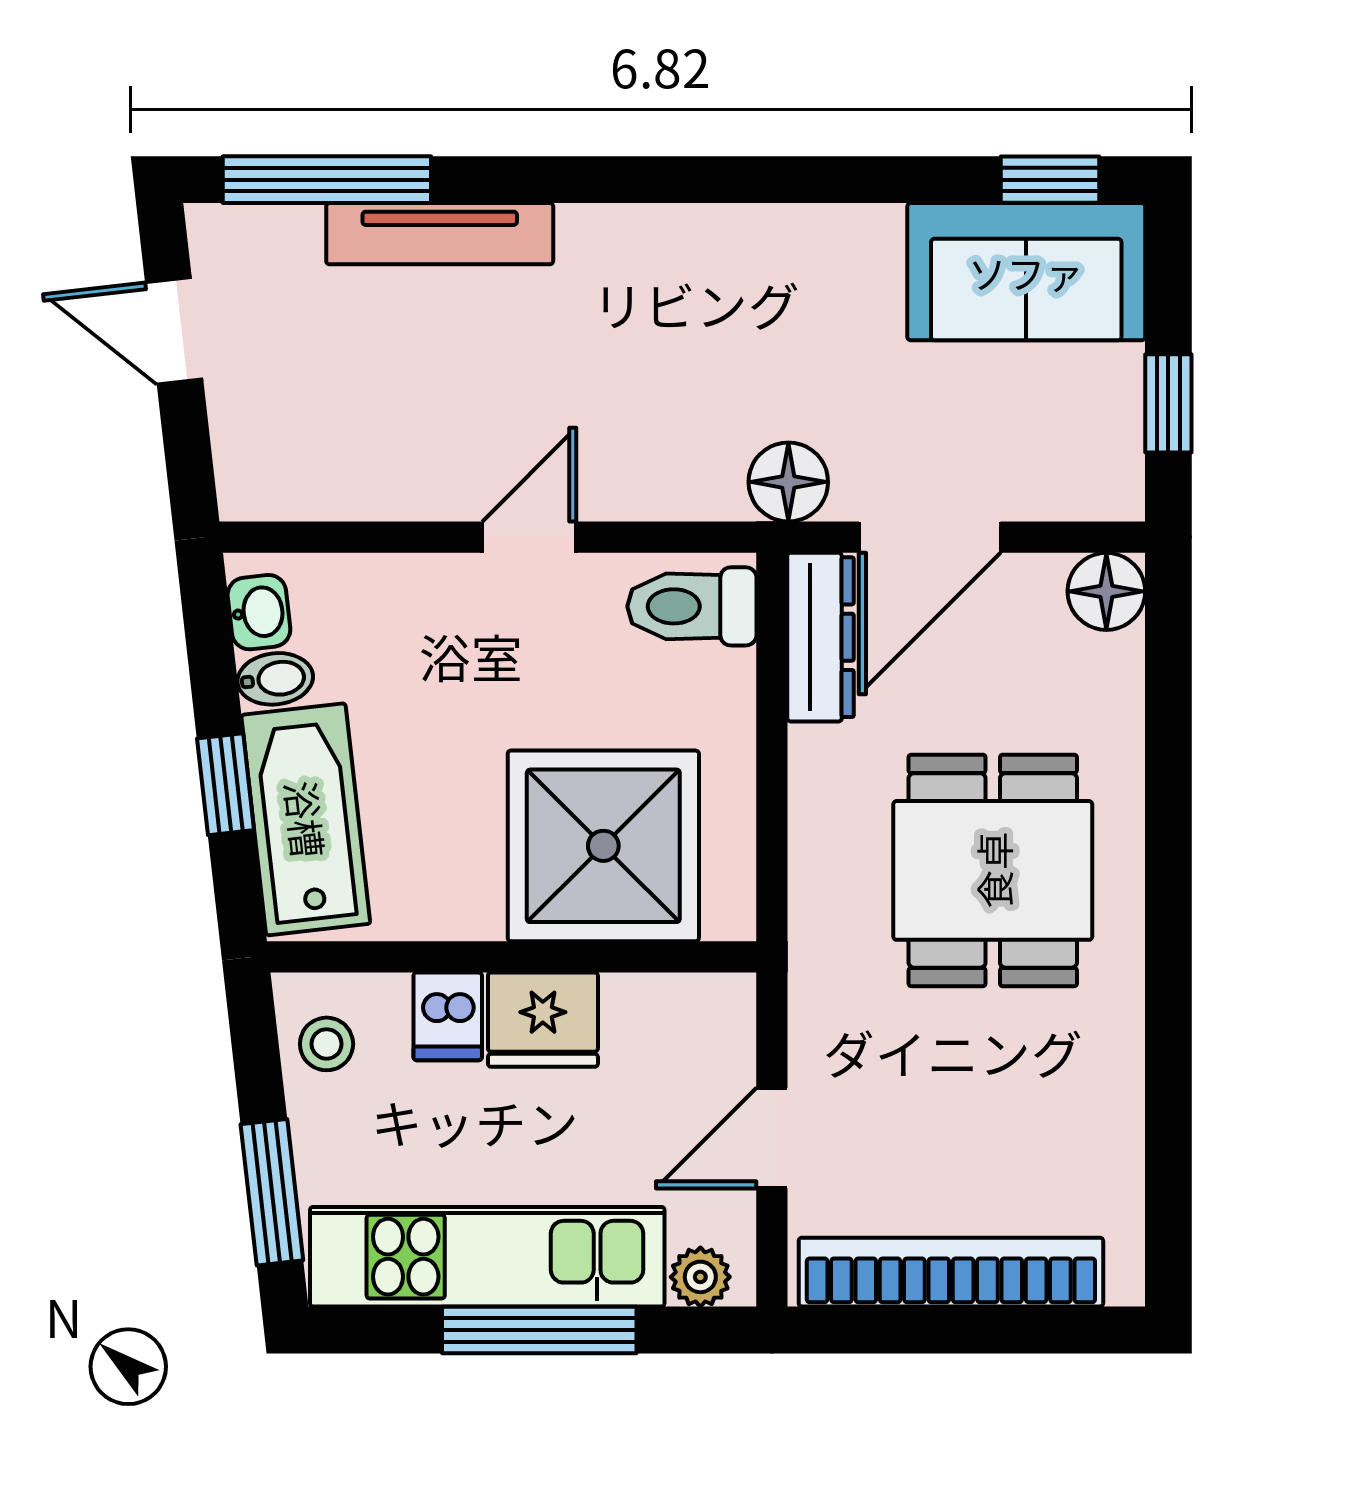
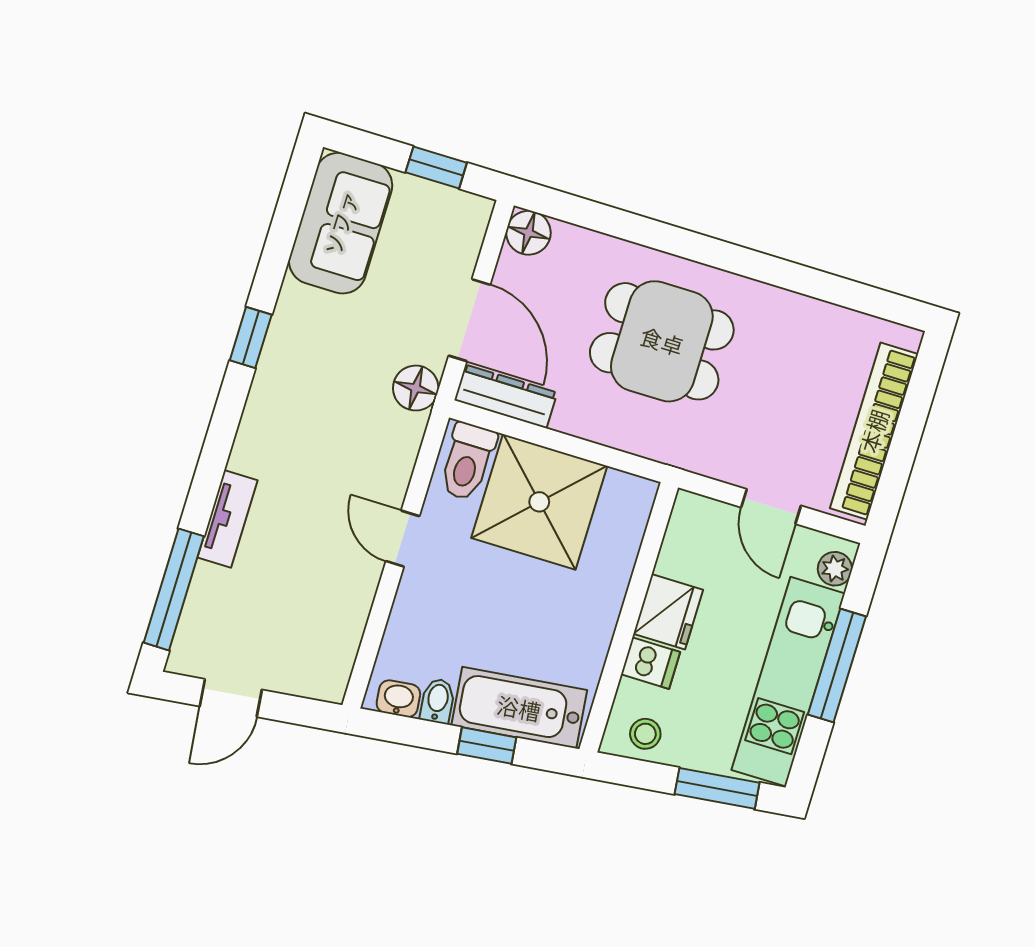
window: (1050, 180) -> (251, 337), moved
tv unit: (440, 234) -> (228, 519), width x0.71
shower: (603, 846) -> (539, 502), moved

